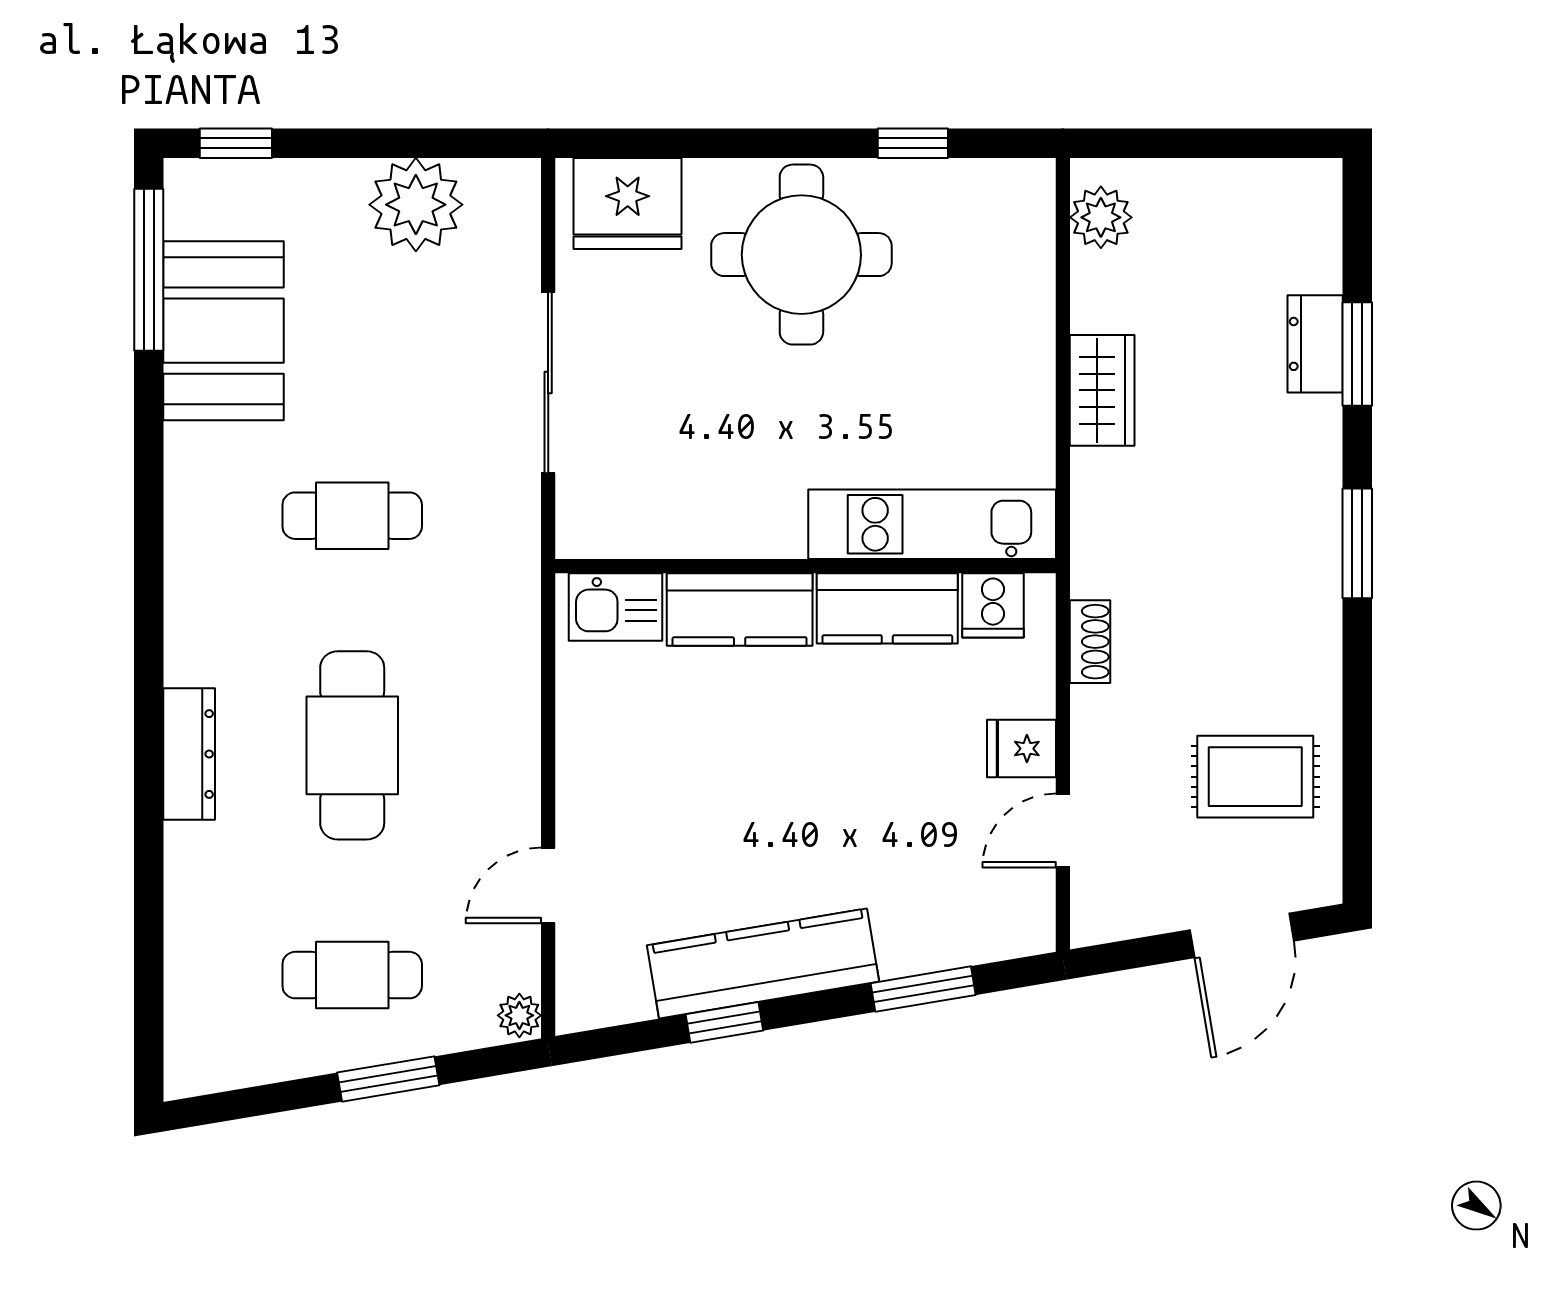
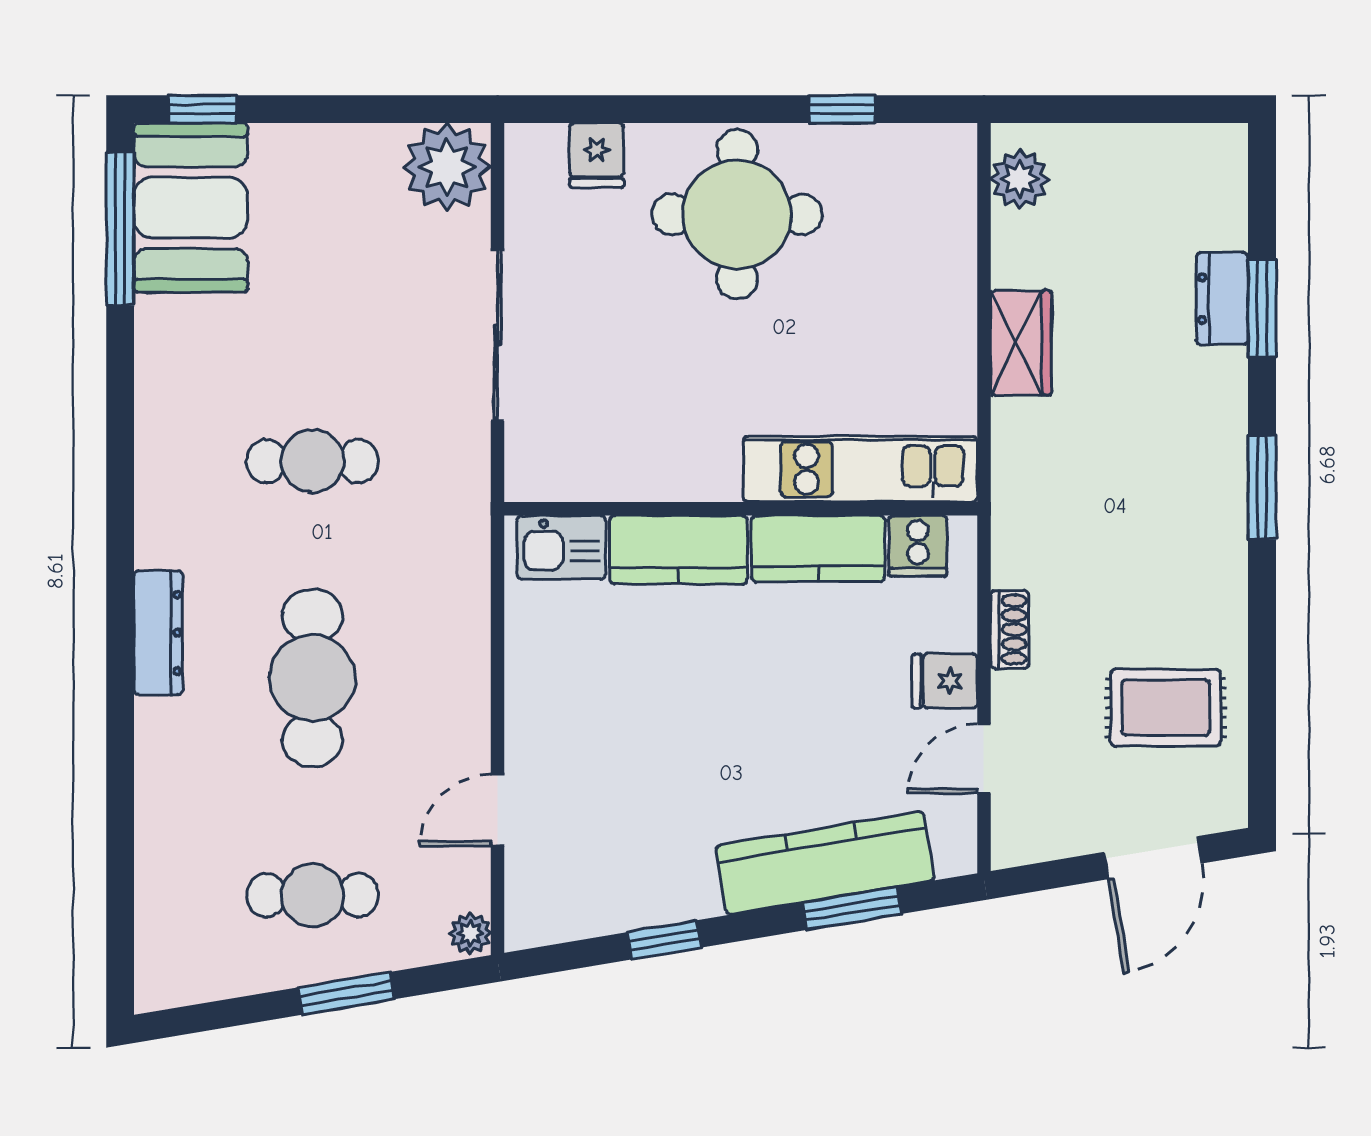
fridge: (628, 204) -> (597, 155), width x0.53, depth x0.75
plant: (416, 205) -> (447, 167), moved
booth: (223, 331) -> (191, 208), moved
shoe rack: (1090, 642) -> (1010, 630), moved
dresser: (189, 754) -> (158, 633), moved
kitchen counter: (763, 963) -> (825, 863), moved

